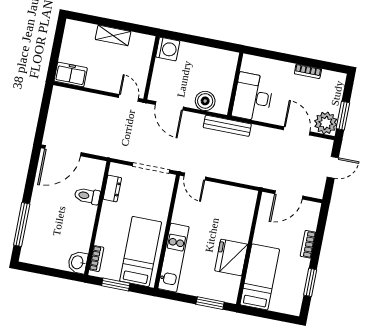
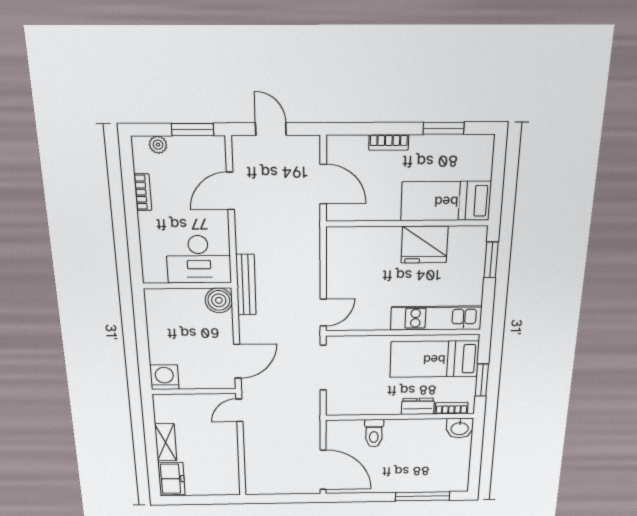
freezer: (71, 74) -> (171, 479), moved, turned 180
boiler: (205, 101) -> (219, 300), moved
plant: (326, 123) -> (158, 145), moved, width x0.53, depth x0.53
dresser: (112, 188) -> (418, 406), moved

